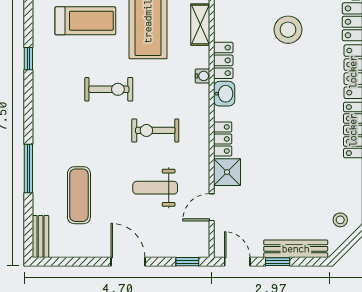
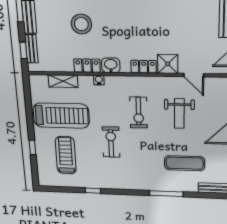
stool: (288, 30) -> (81, 24), moved

